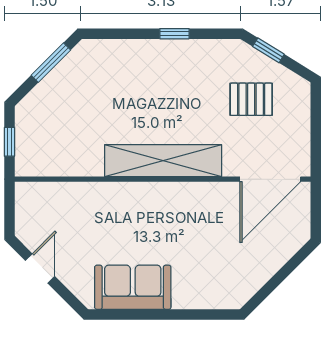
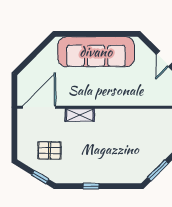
shelving: (163, 161) -> (80, 115), width x0.45, depth x0.75
sofa: (133, 287) -> (96, 52), width x1.85, depth x1.27

